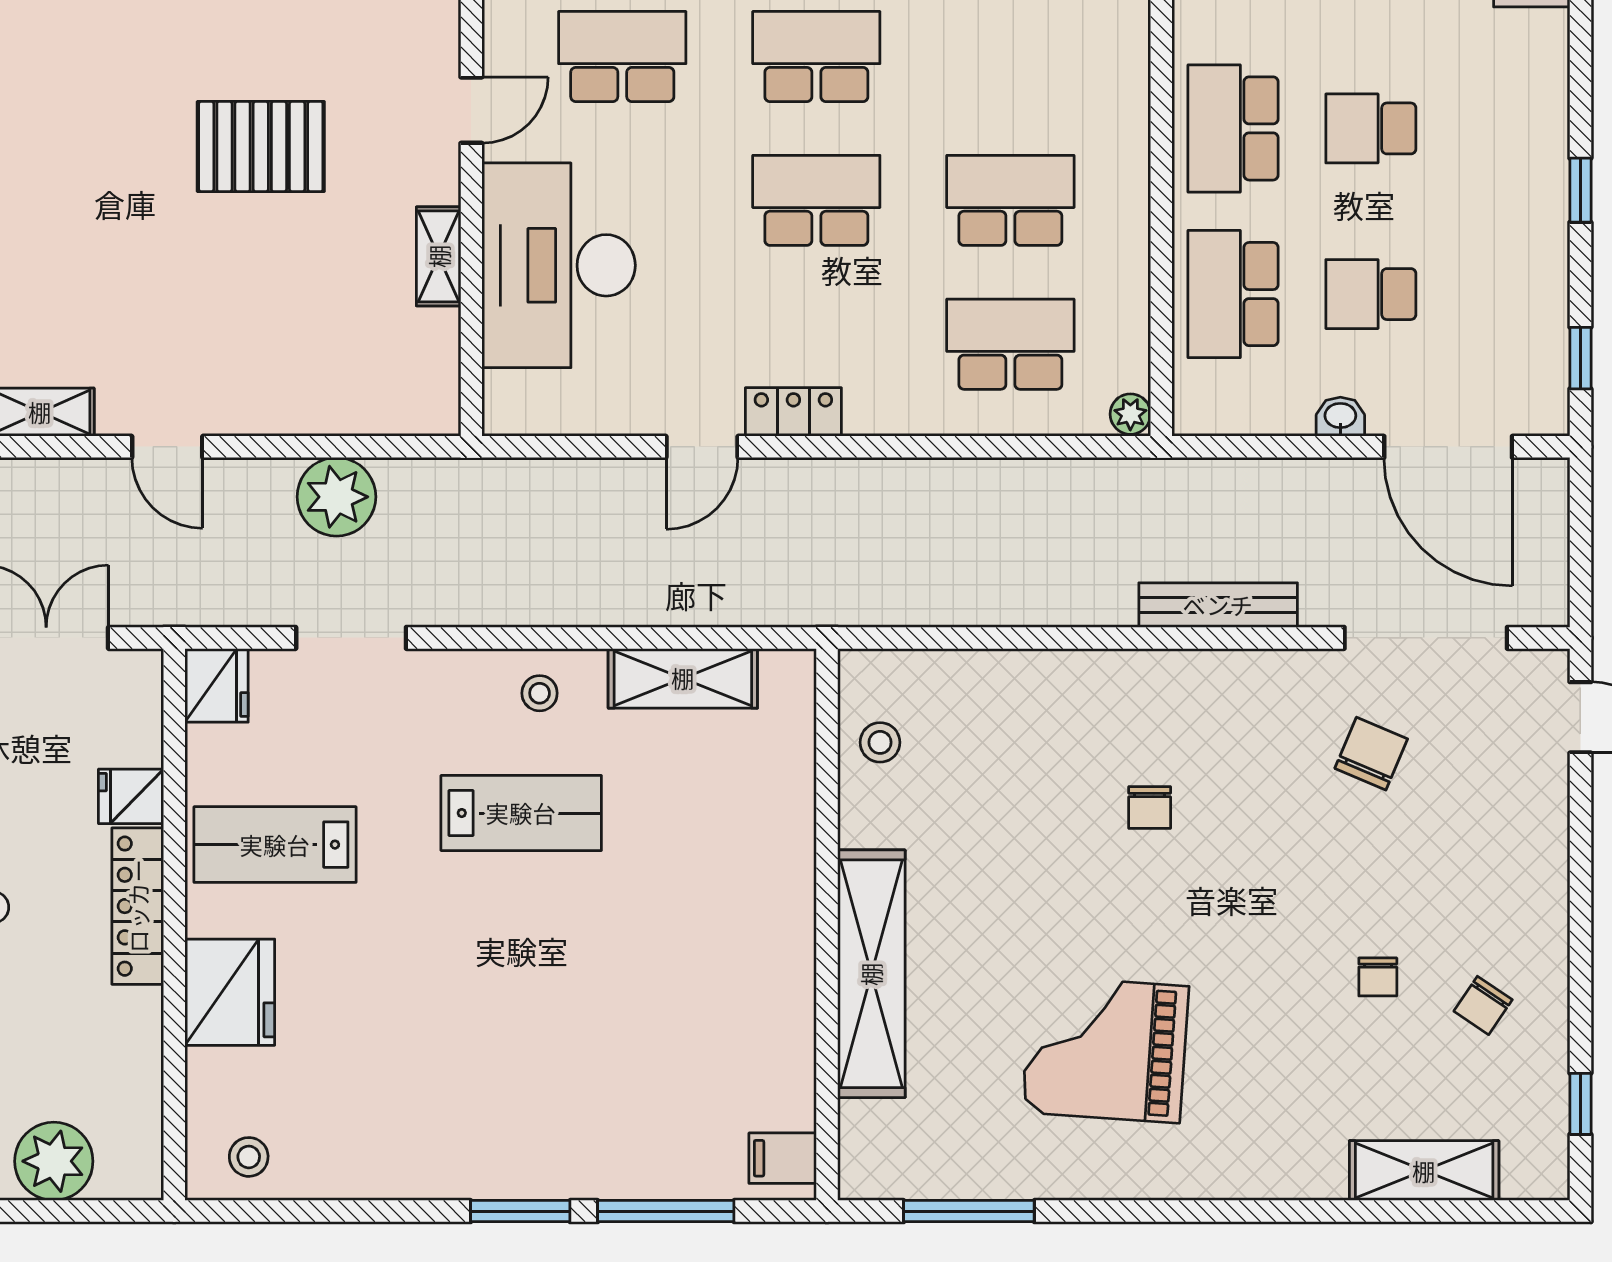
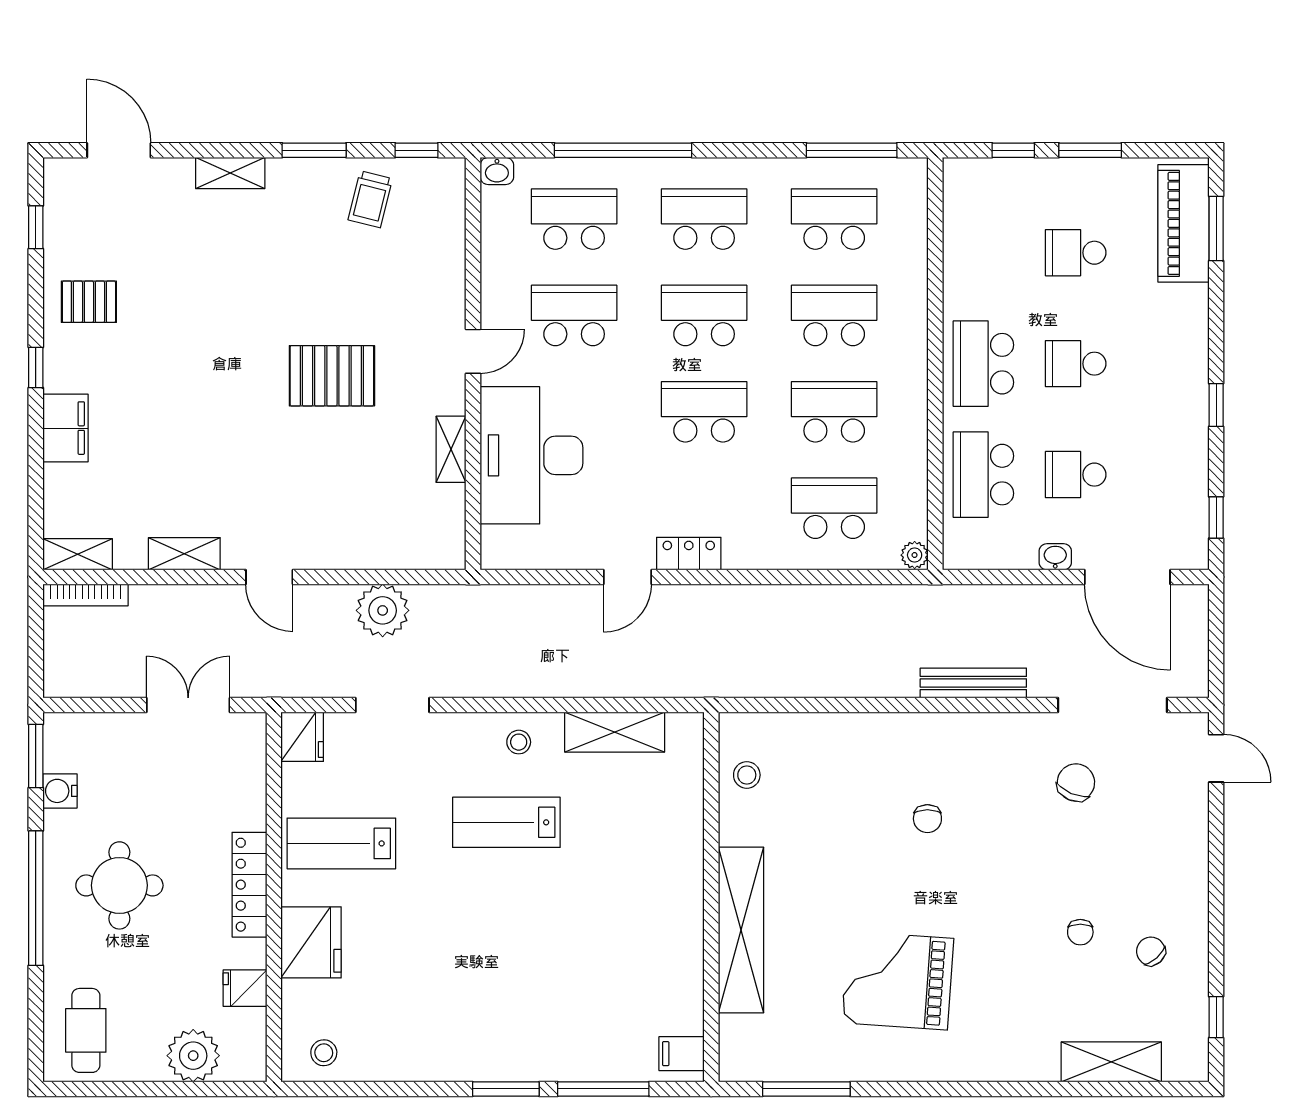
school desk: (1010, 57) -> (834, 315), added
fridge: (131, 796) -> (245, 988), moved
lab bench: (521, 813) -> (506, 822), turned 180
chair: (1483, 1005) -> (1151, 951), turned 104

